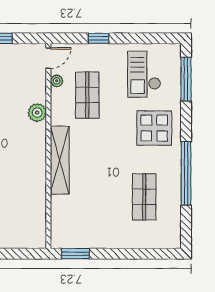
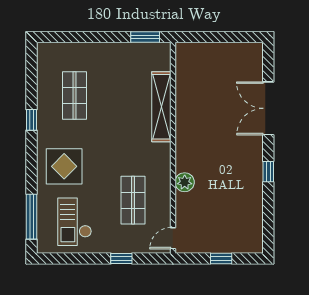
checkout: (144, 74) -> (75, 222), turned 180
plant: (57, 81) -> (164, 215), removed
shelving: (60, 160) -> (161, 107), moved
window: (186, 173) -> (31, 120), width x0.32

